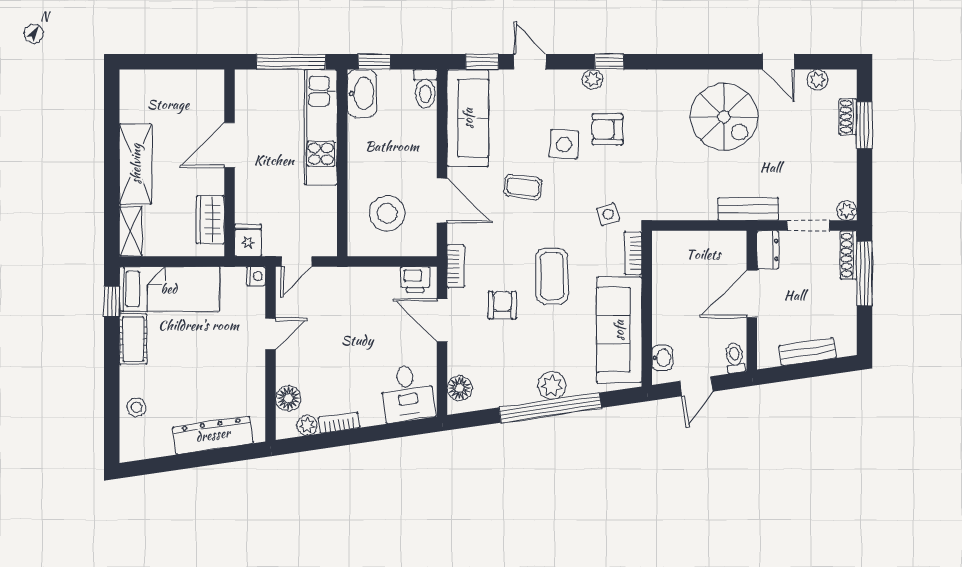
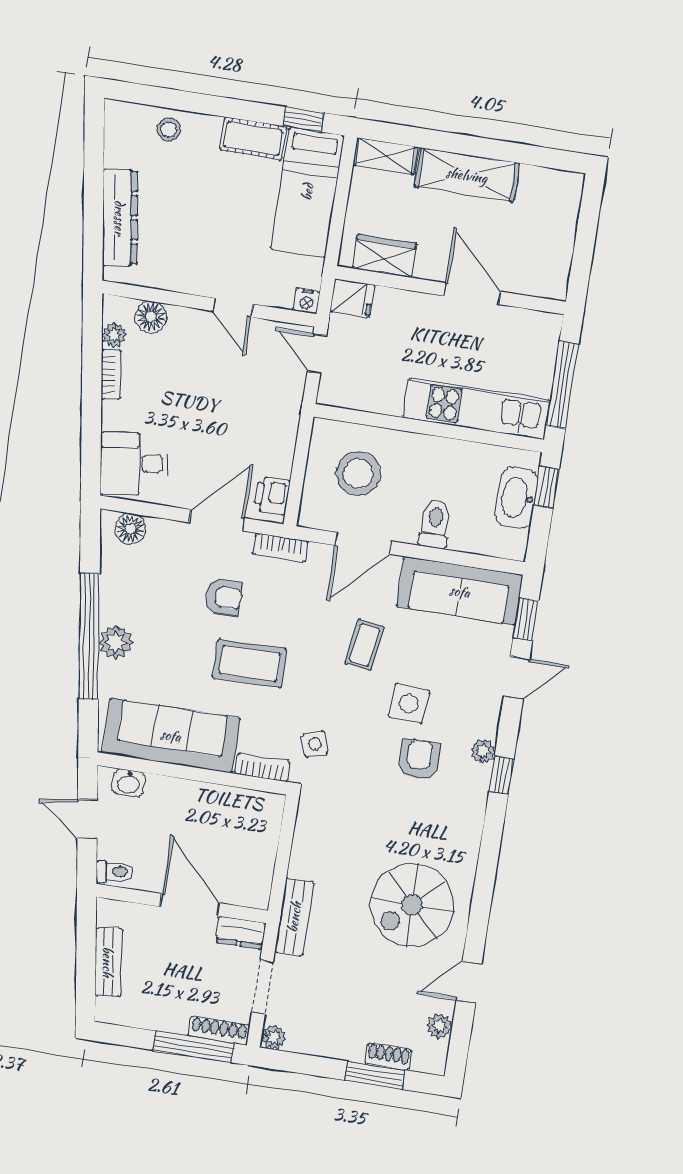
toilet: (425, 89) -> (435, 524), moved, turned 90
washbasin: (362, 93) -> (517, 498), moved, turned 90

